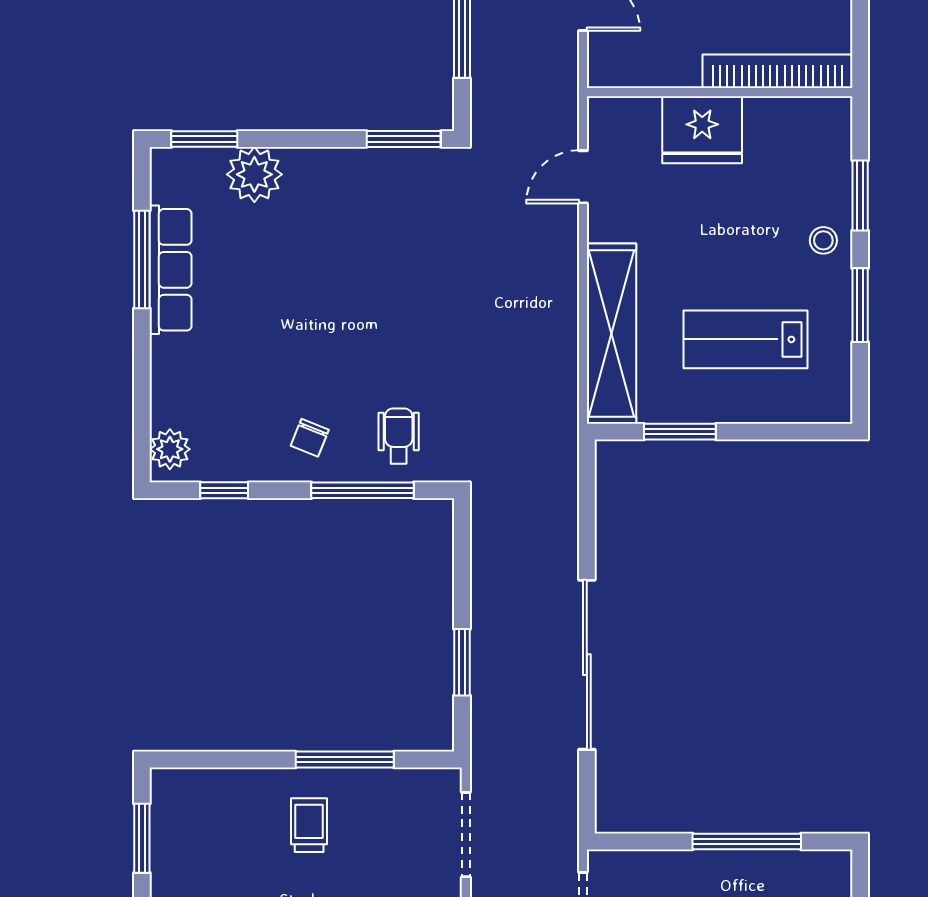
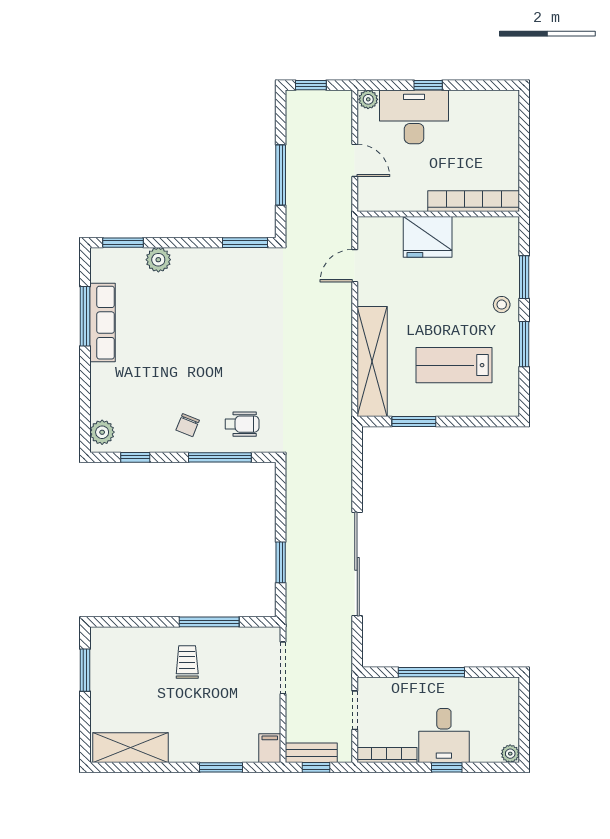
plant: (254, 174) -> (158, 260), width x0.73, depth x0.73
wheelchair: (399, 436) -> (242, 424), turned 90
window: (747, 841) -> (431, 672), moved

